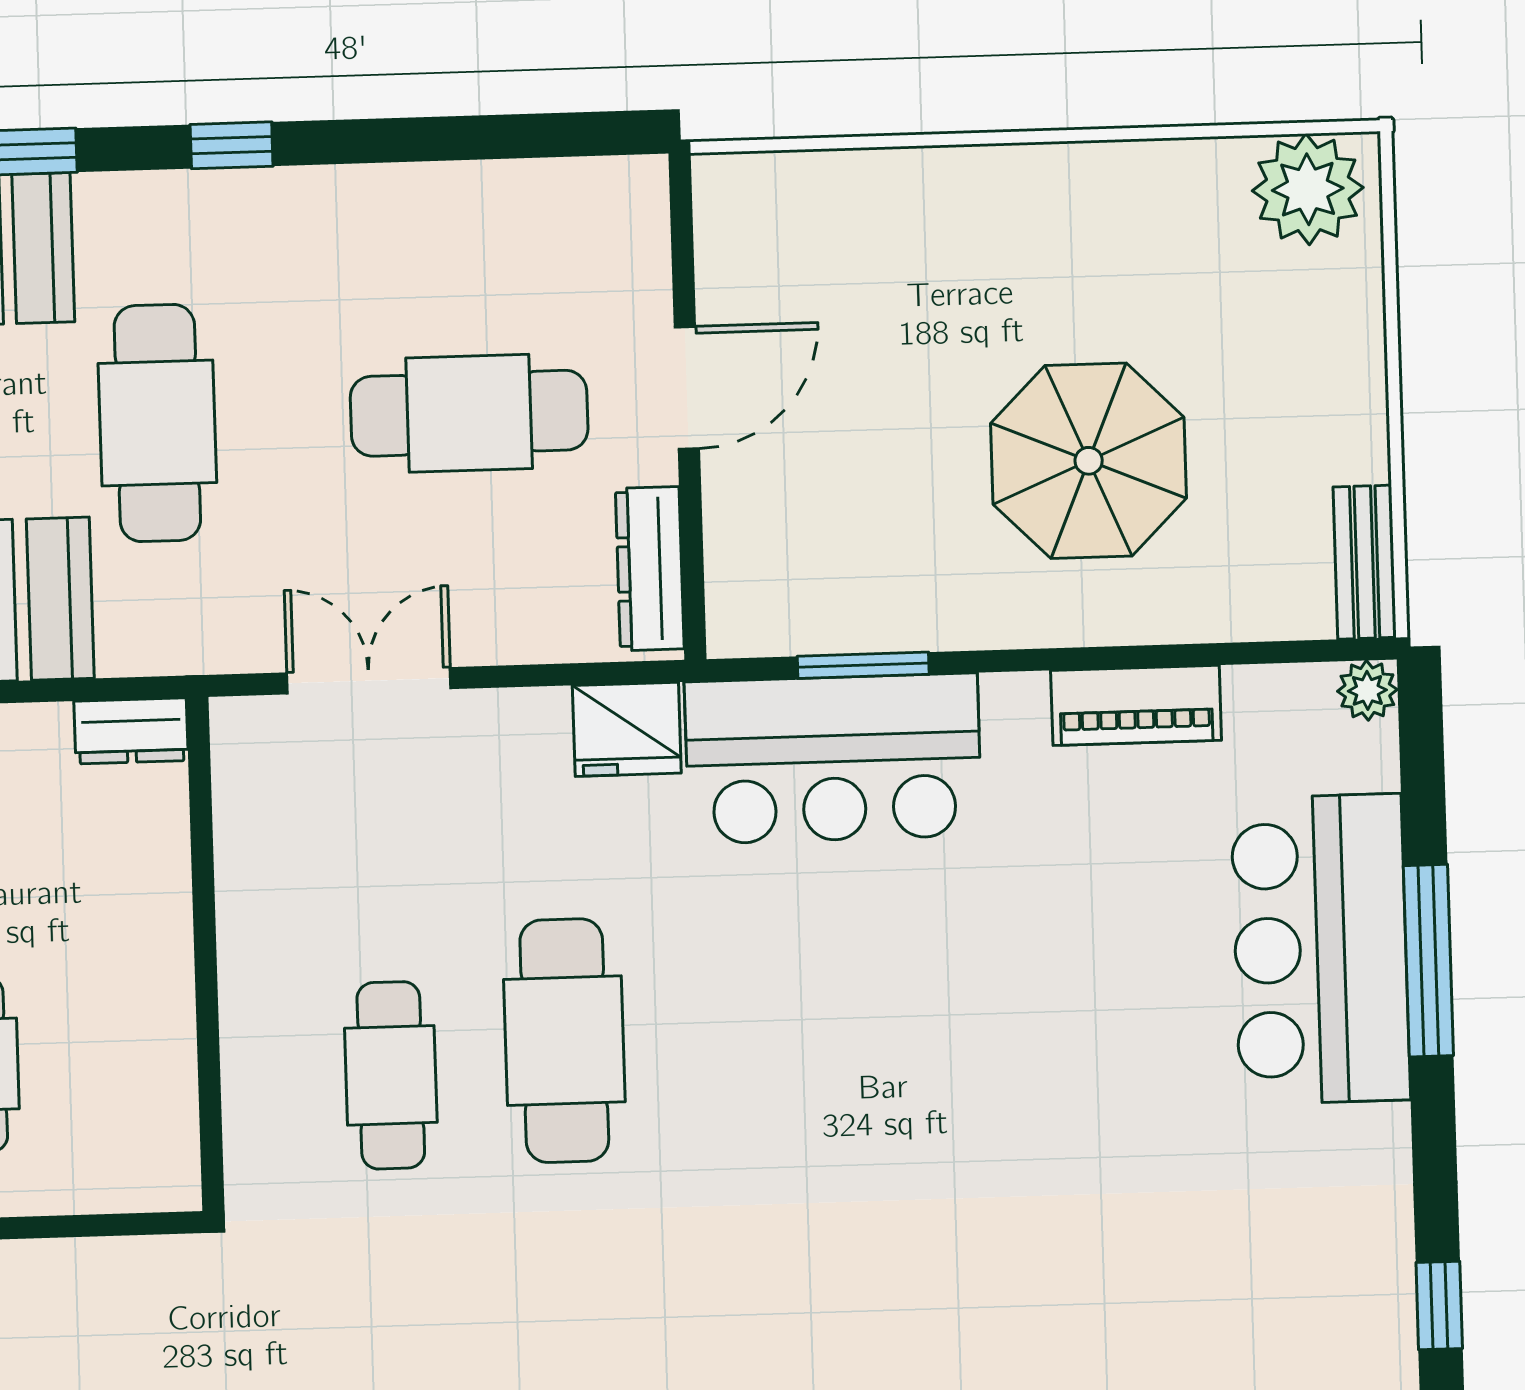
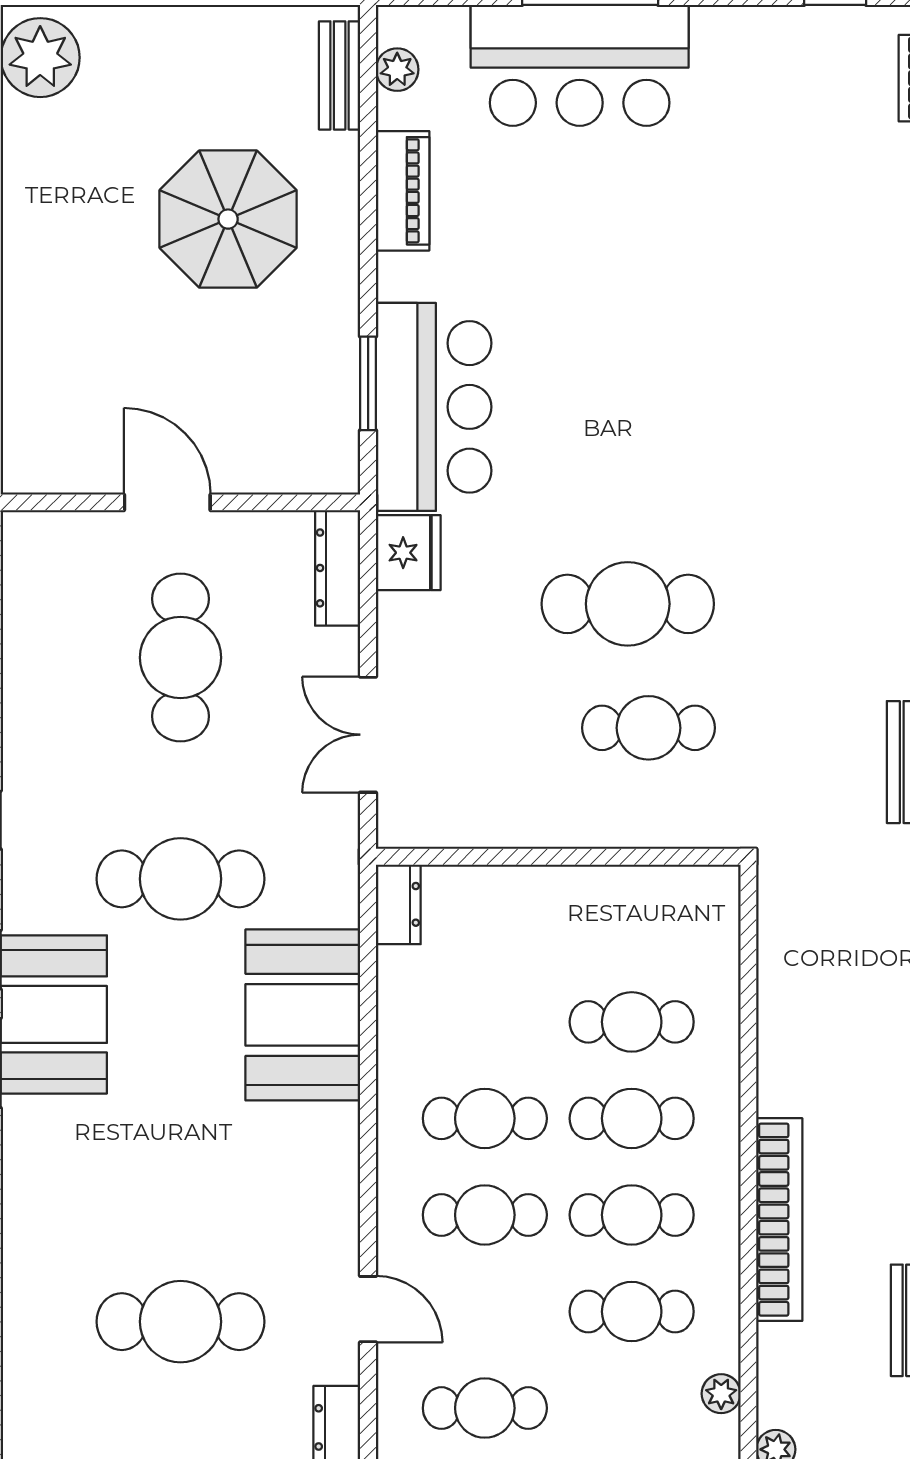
bench: (1365, 562) -> (340, 75), moved, turned 90
dresser: (650, 569) -> (338, 568), moved, turned 90
plant: (1367, 690) -> (397, 70), moved

